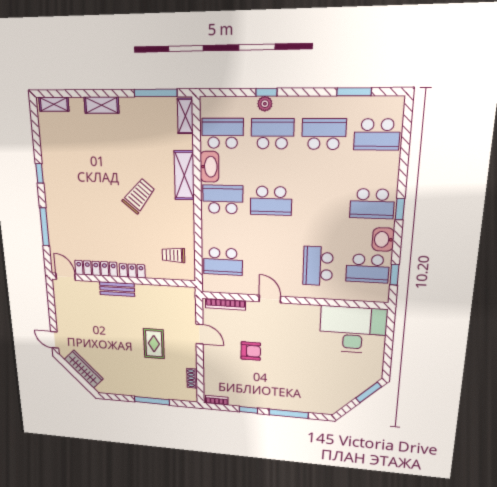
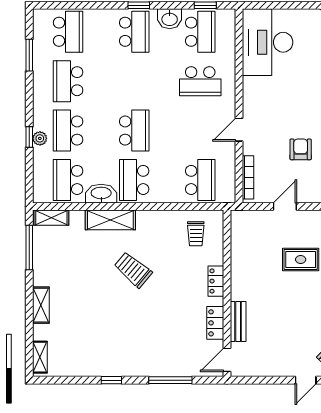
locker: (96, 268) -> (215, 323), width x0.66
bench: (117, 289) -> (238, 321), moved

